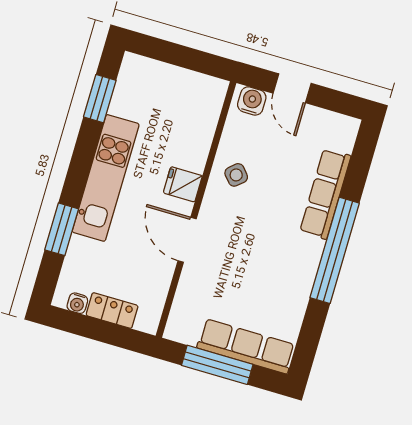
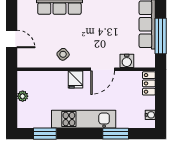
plant: (181, 78) -> (23, 96), added
door: (292, 88) -> (12, 39), hinge flipped
water cooler: (252, 101) -> (127, 61), moved, turned -90
locker: (112, 311) -> (149, 83), moved

